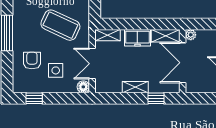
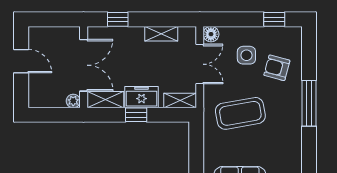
window: (142, 24) -> (136, 115), added
coffee table: (60, 25) -> (240, 113), turned -35
armchair: (32, 61) -> (277, 68), turned 105
shelving: (135, 87) -> (161, 34), moved

